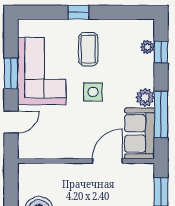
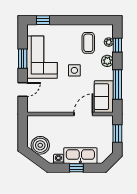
window: (78, 12) -> (43, 20), moved
coffee table: (88, 49) -> (88, 43), moved
plant: (145, 97) -> (107, 61), moved

